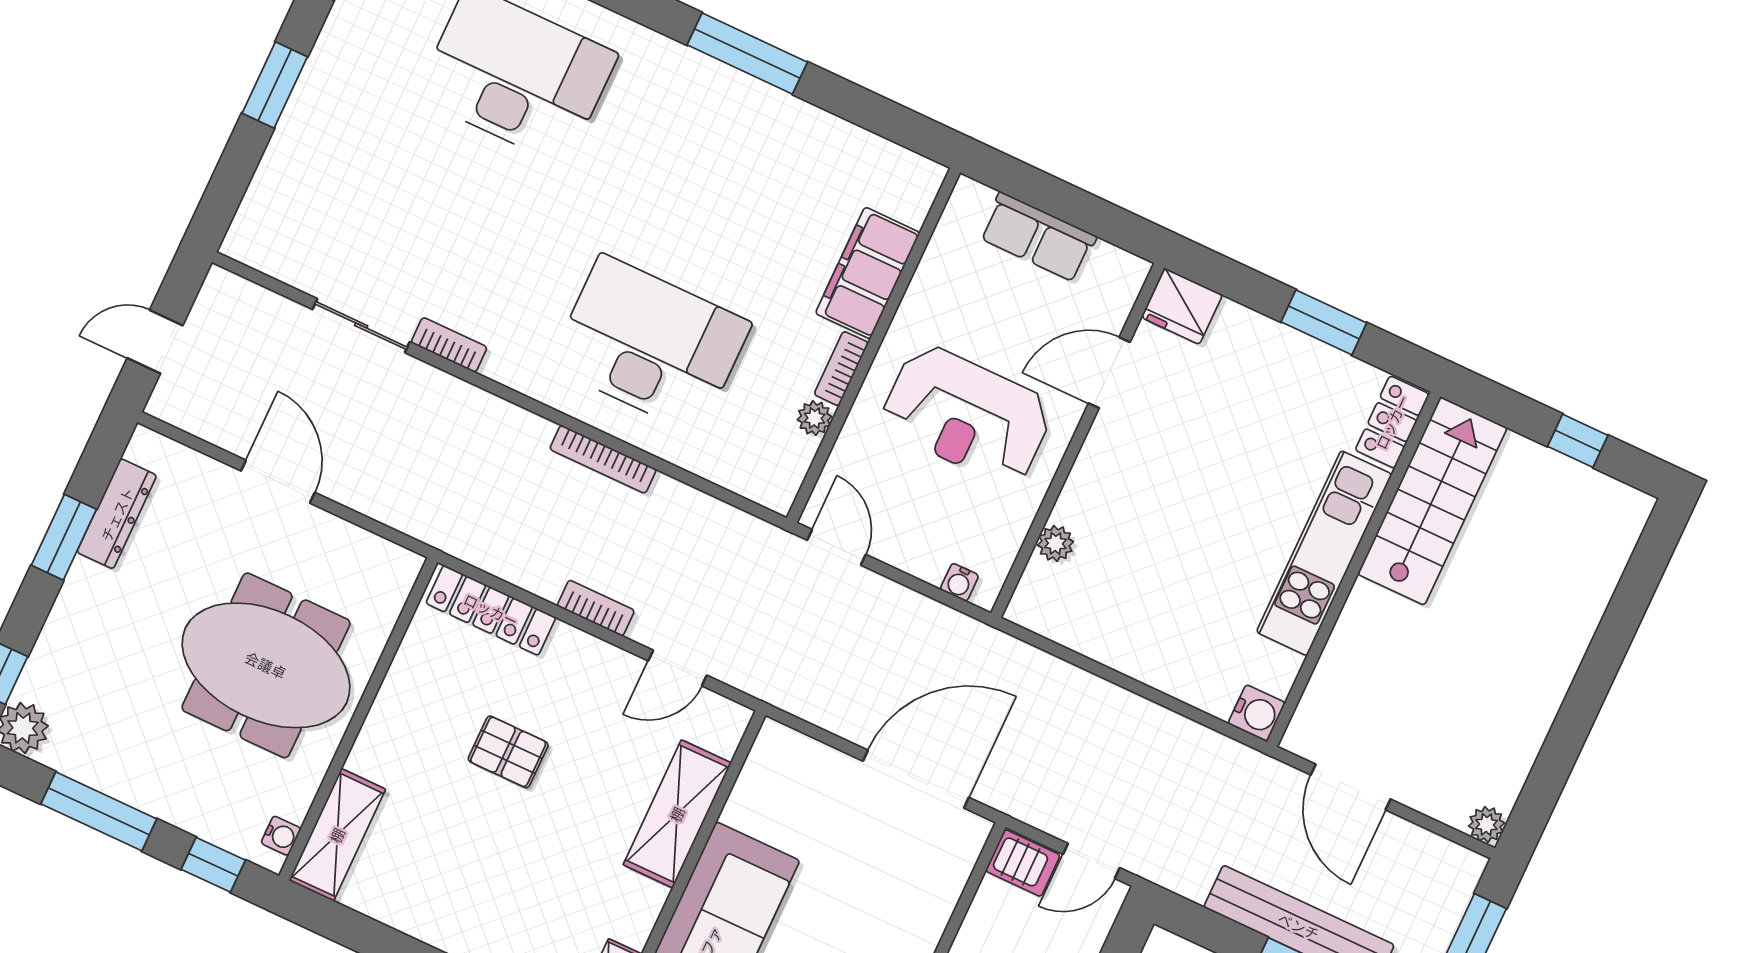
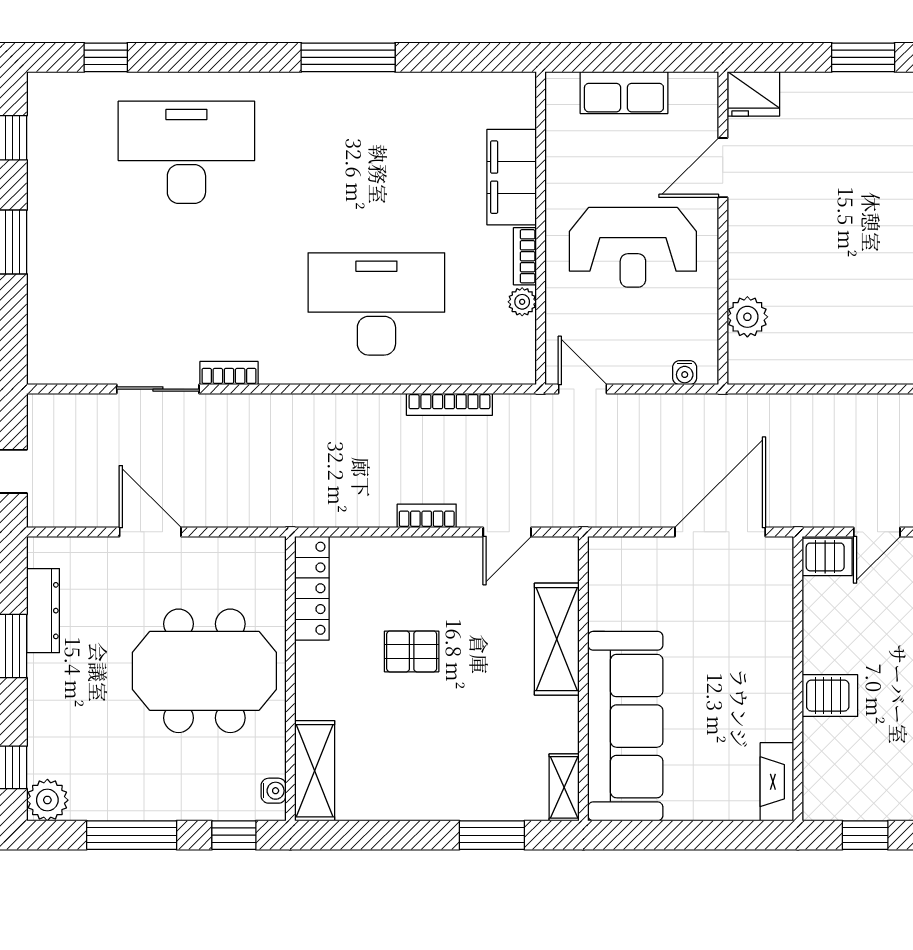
bookcase: (603, 459) -> (449, 404), moved
plant: (1055, 543) -> (747, 317), width x1.38, depth x1.38
locker: (491, 610) -> (312, 588), moved, turned -90

